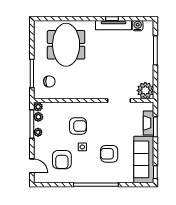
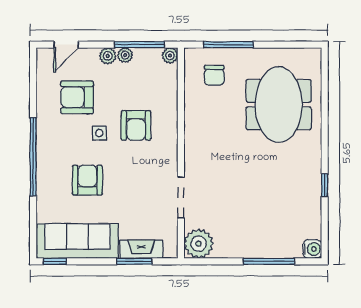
tv unit: (113, 25) -> (313, 188), removed
water cooler: (138, 26) -> (312, 249), moved
meeting table: (66, 45) -> (279, 105), turned 90
plant: (38, 117) -> (108, 56), moved

